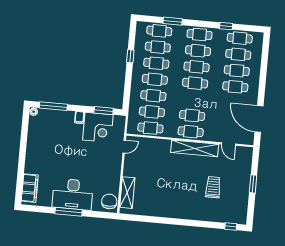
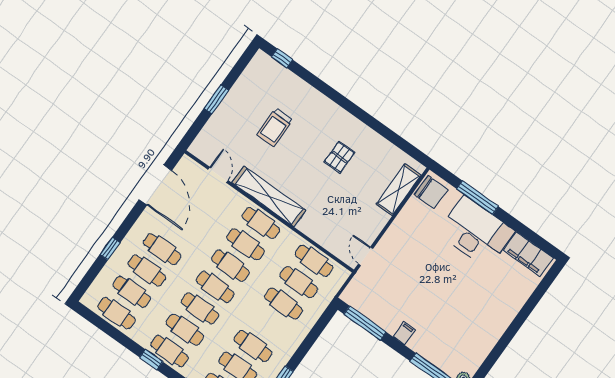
window: (226, 26) -> (151, 360), moved
window: (263, 71) -> (110, 249), added
cafe table: (155, 79) -> (230, 266), moved
window: (104, 111) -> (365, 323), width x1.44
corner desk: (98, 127) -> (387, 304), removed
door: (124, 147) -> (366, 256), hinge flipped
filing cabinet: (30, 188) -> (528, 254), moved, turned -90
pallet: (169, 191) -> (339, 157), added
chair: (109, 201) -> (431, 192), turned -90
window: (69, 212) -> (478, 198), moved

